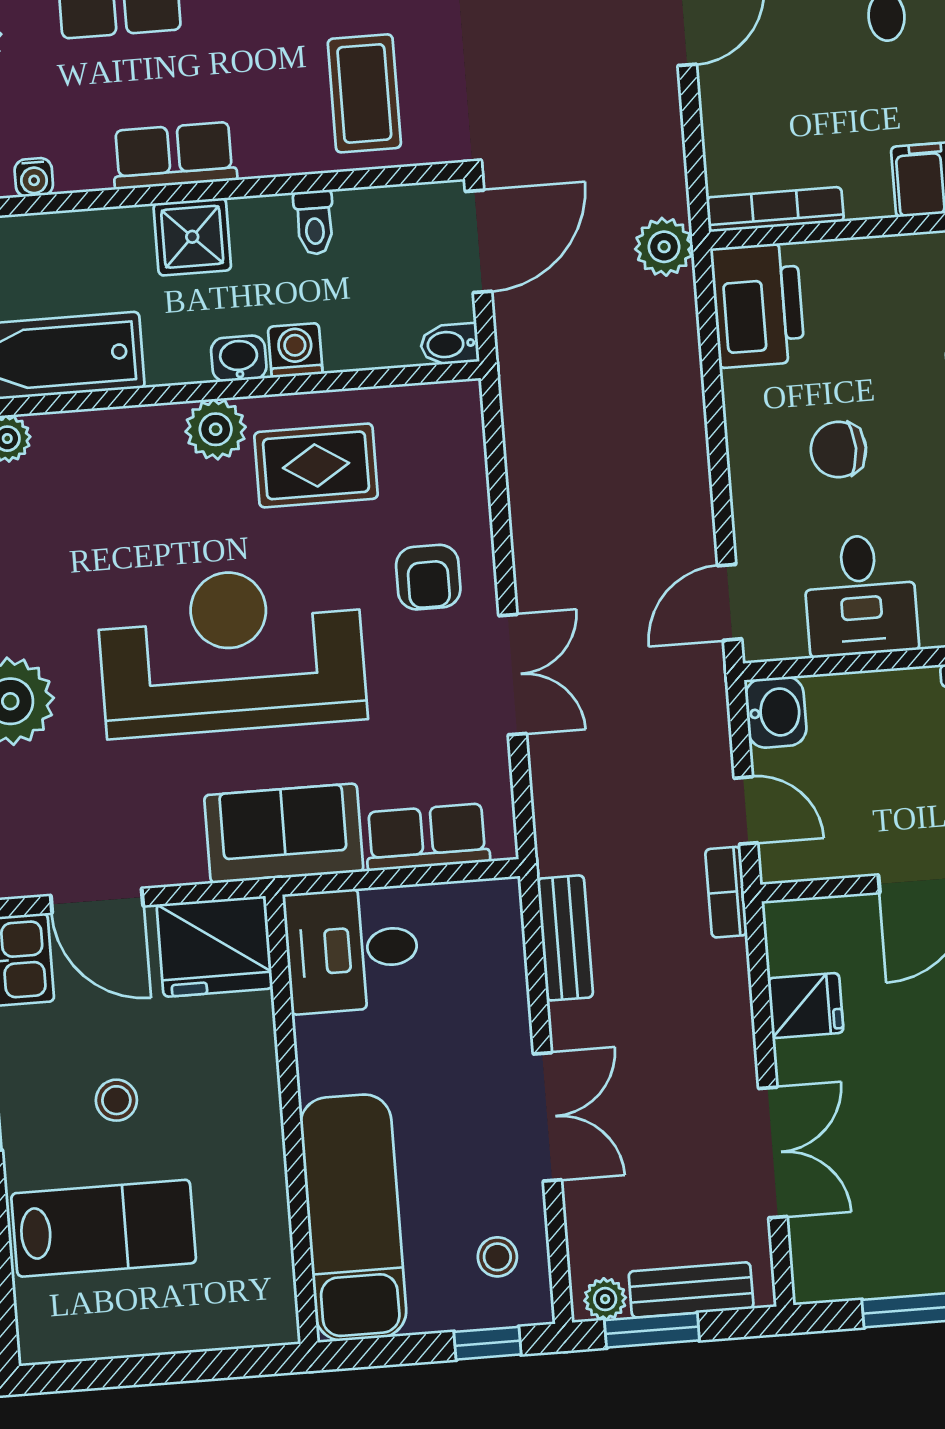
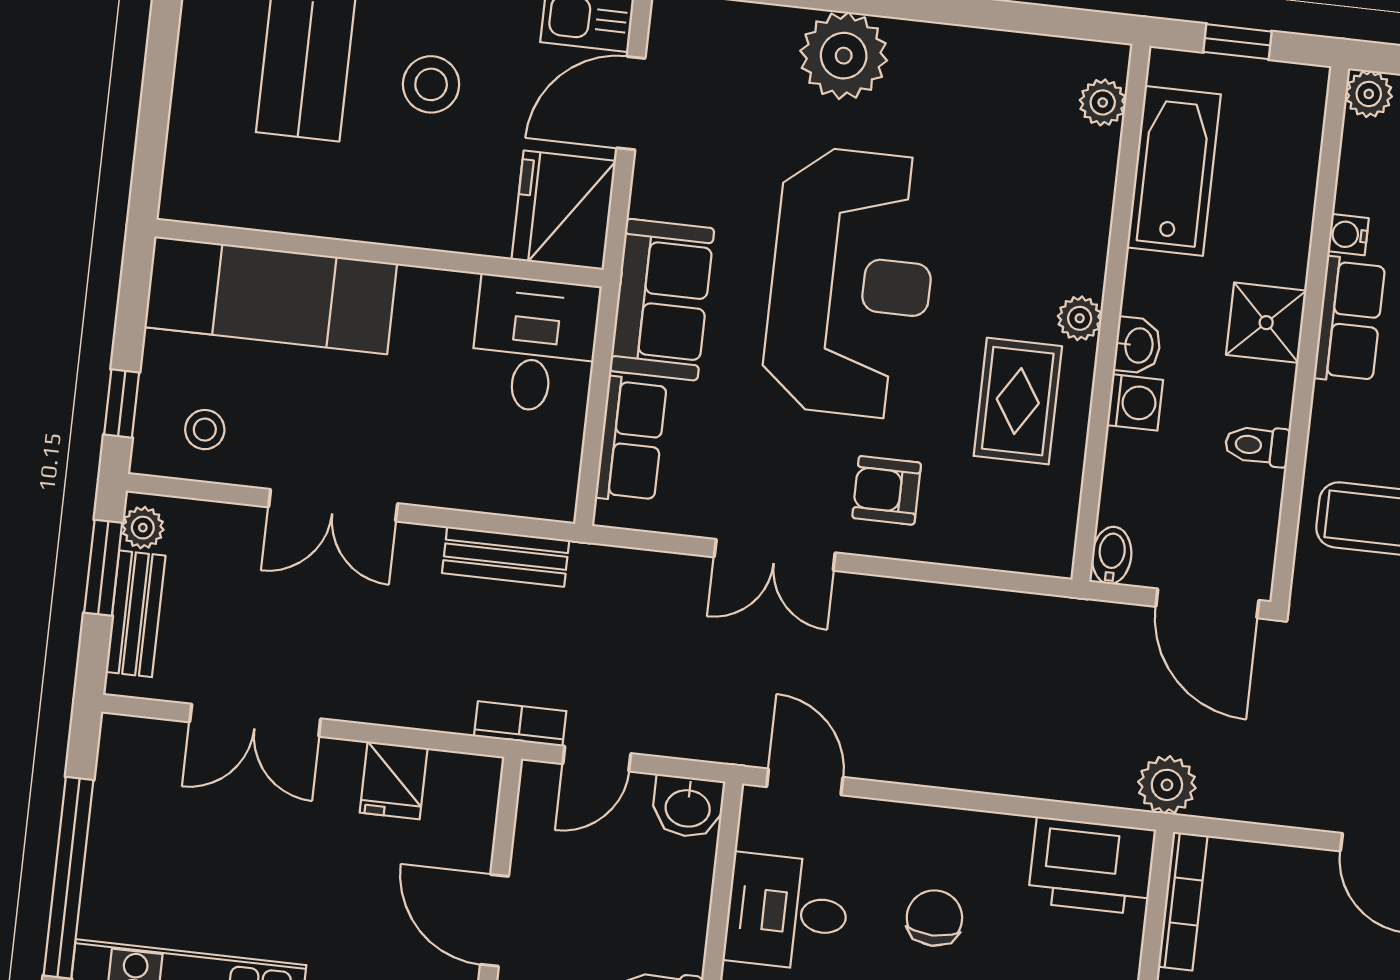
water cooler: (34, 177) -> (1348, 235), moved
plant: (216, 429) -> (1080, 318), width x0.73, depth x0.73
stool: (116, 1100) -> (431, 84), width x1.37, depth x1.37

